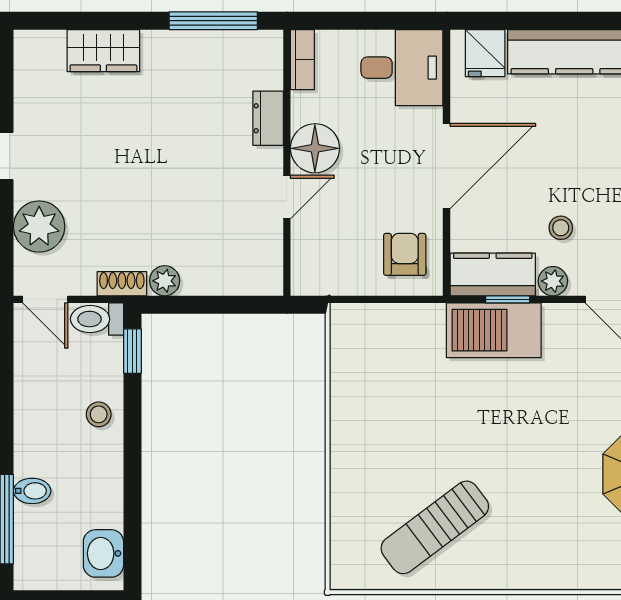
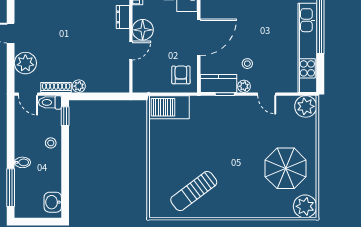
shoe rack: (122, 284) -> (56, 87), width x1.43
barbecue: (494, 330) -> (169, 107), moved
bidet: (32, 491) -> (22, 162), moved

